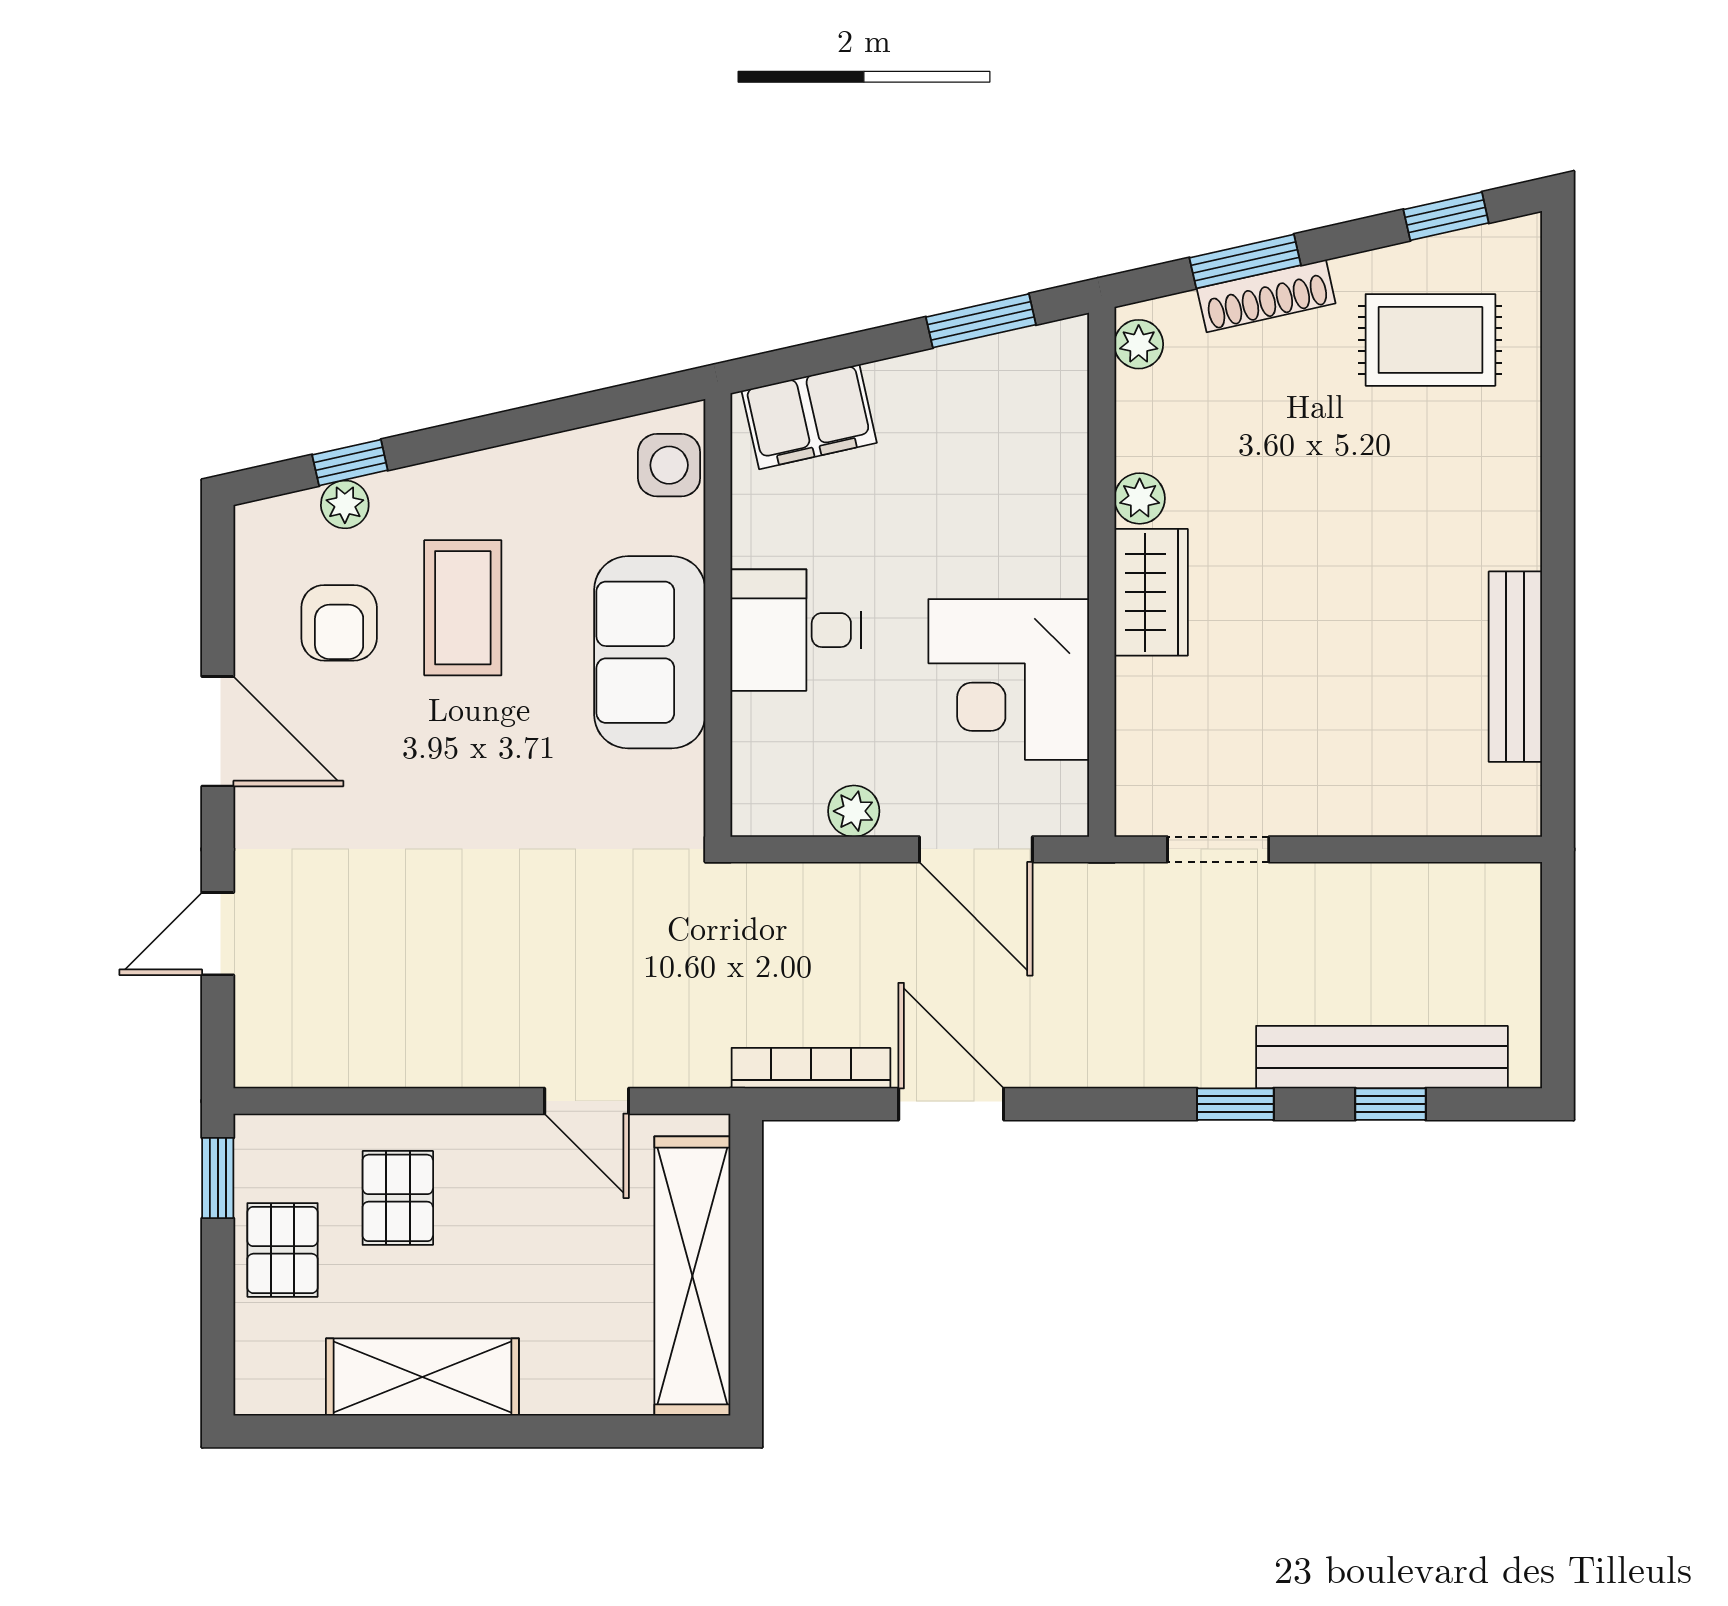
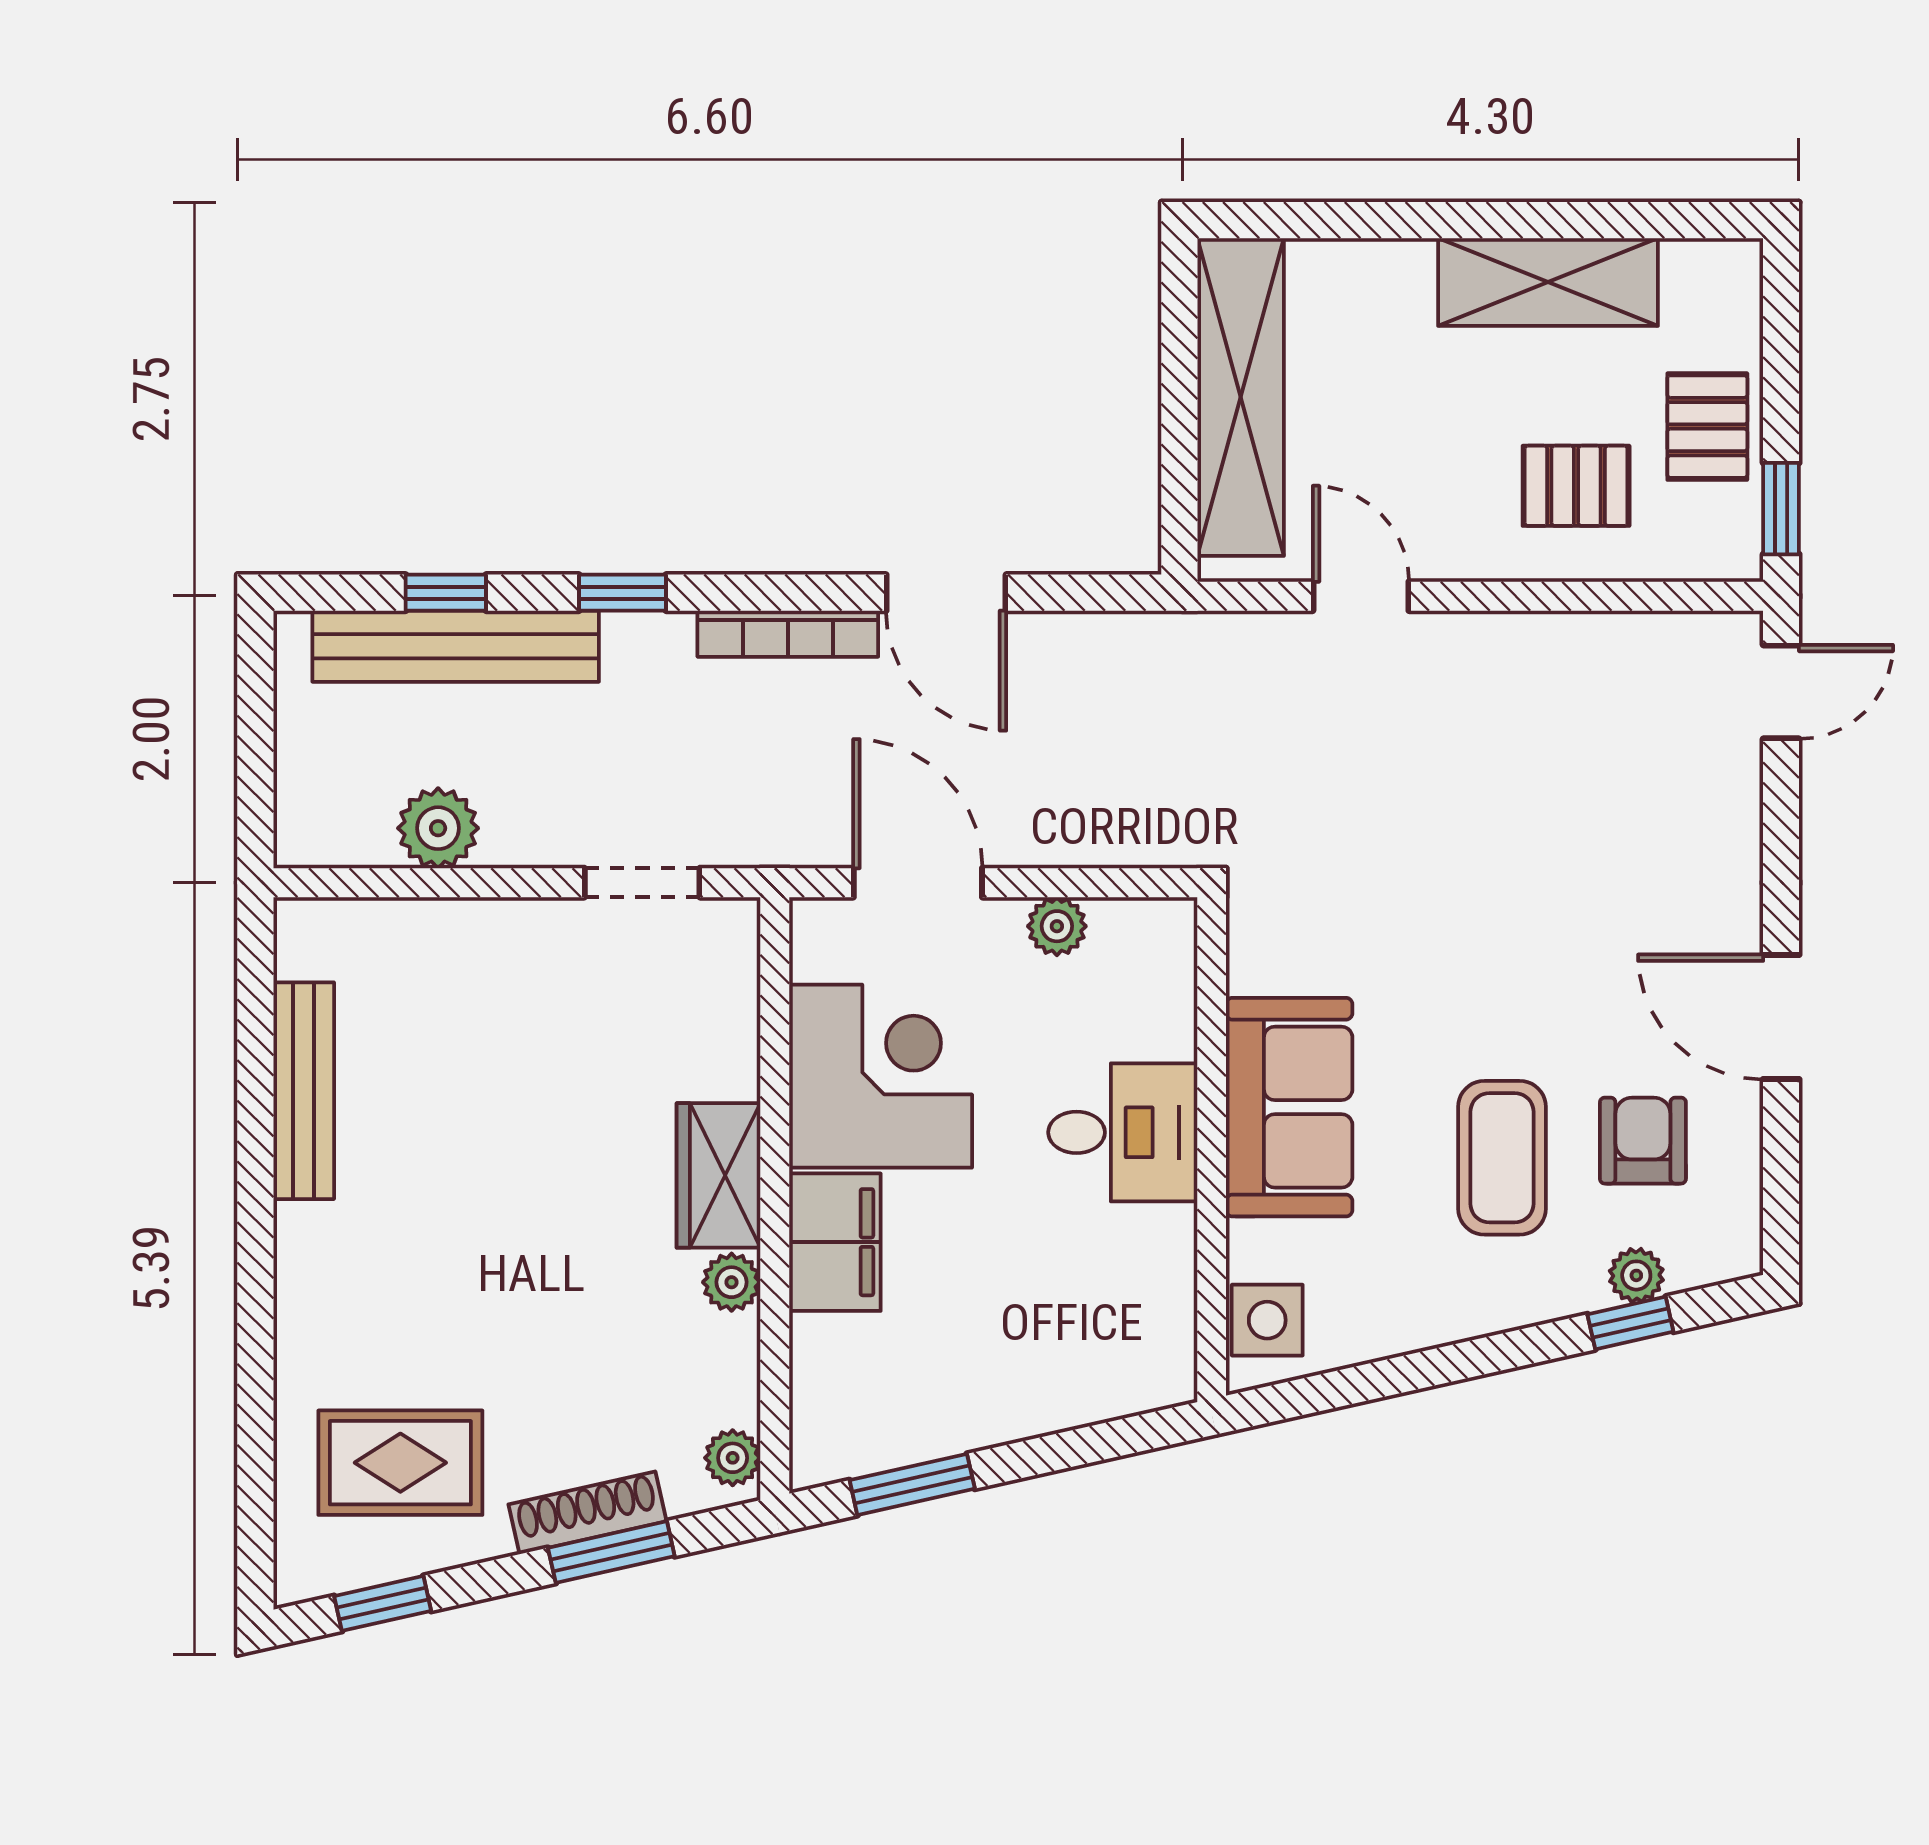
filing cabinet: (809, 417) -> (835, 1242), moved, turned 103
plant: (1397, 897) -> (438, 828), added
door: (218, 934) -> (1781, 692), moved
bookcase: (811, 1068) -> (788, 634), moved
pallet: (398, 1198) -> (1576, 486), turned 90

